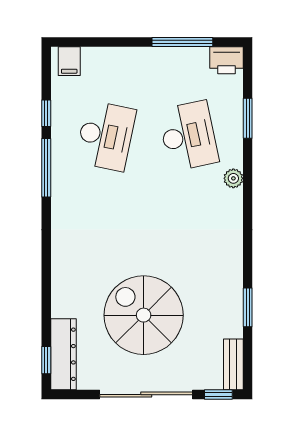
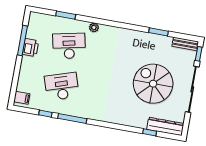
printer: (227, 60) -> (30, 47), moved
desk: (106, 136) -> (62, 86), turned -30
spiral stairs: (144, 315) -> (153, 84), turned 90
window: (46, 360) -> (150, 132), moved

